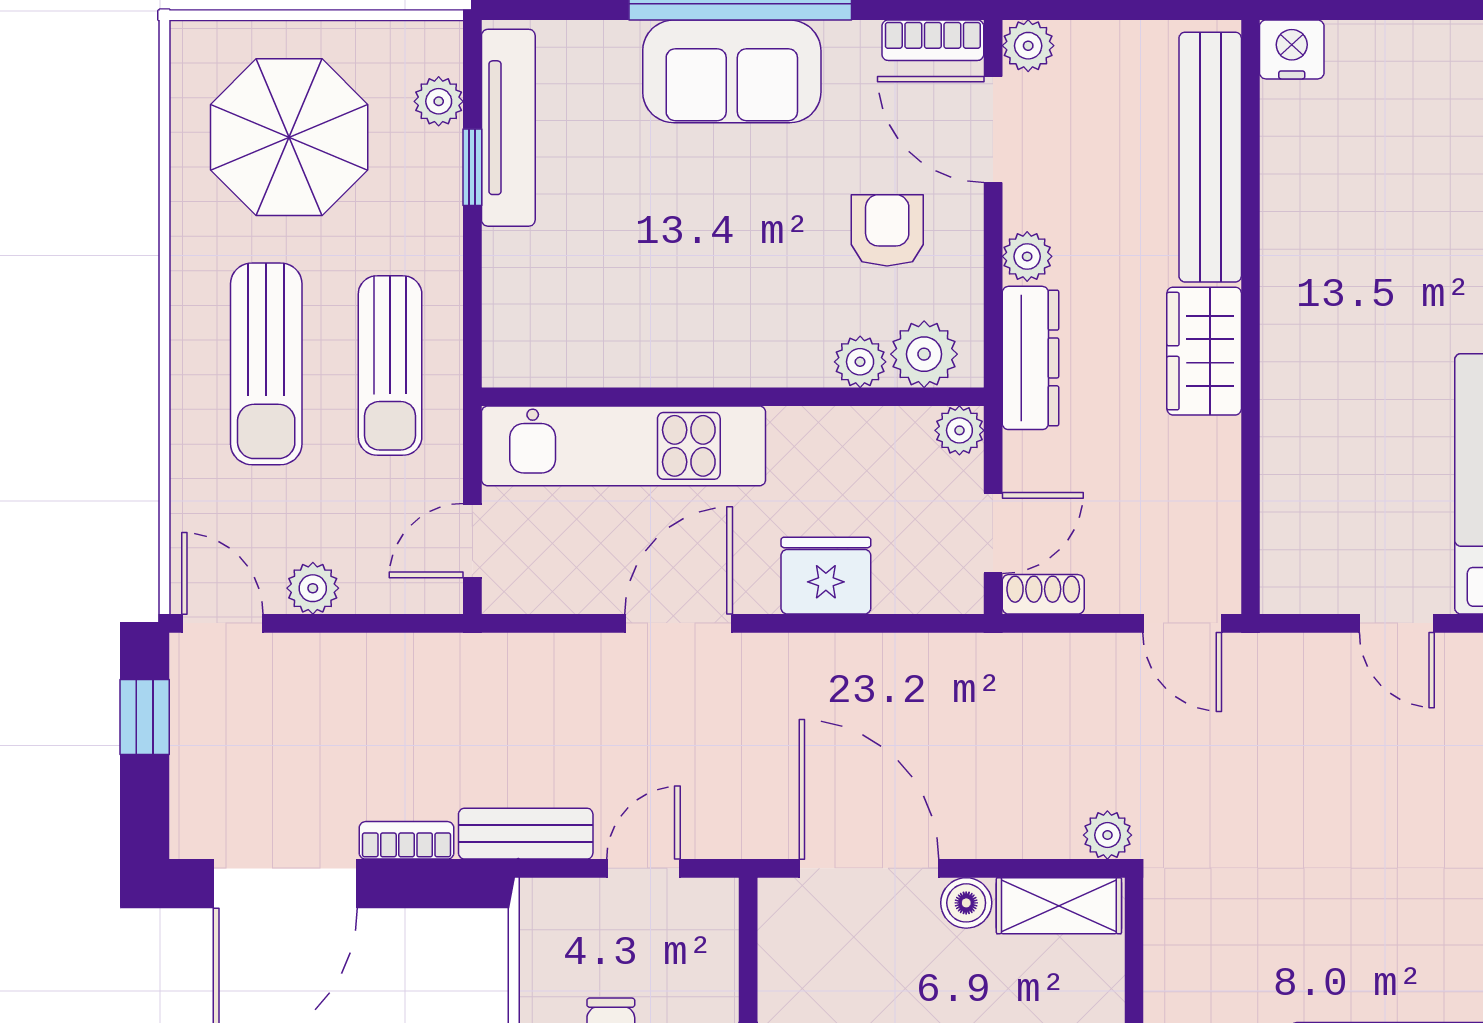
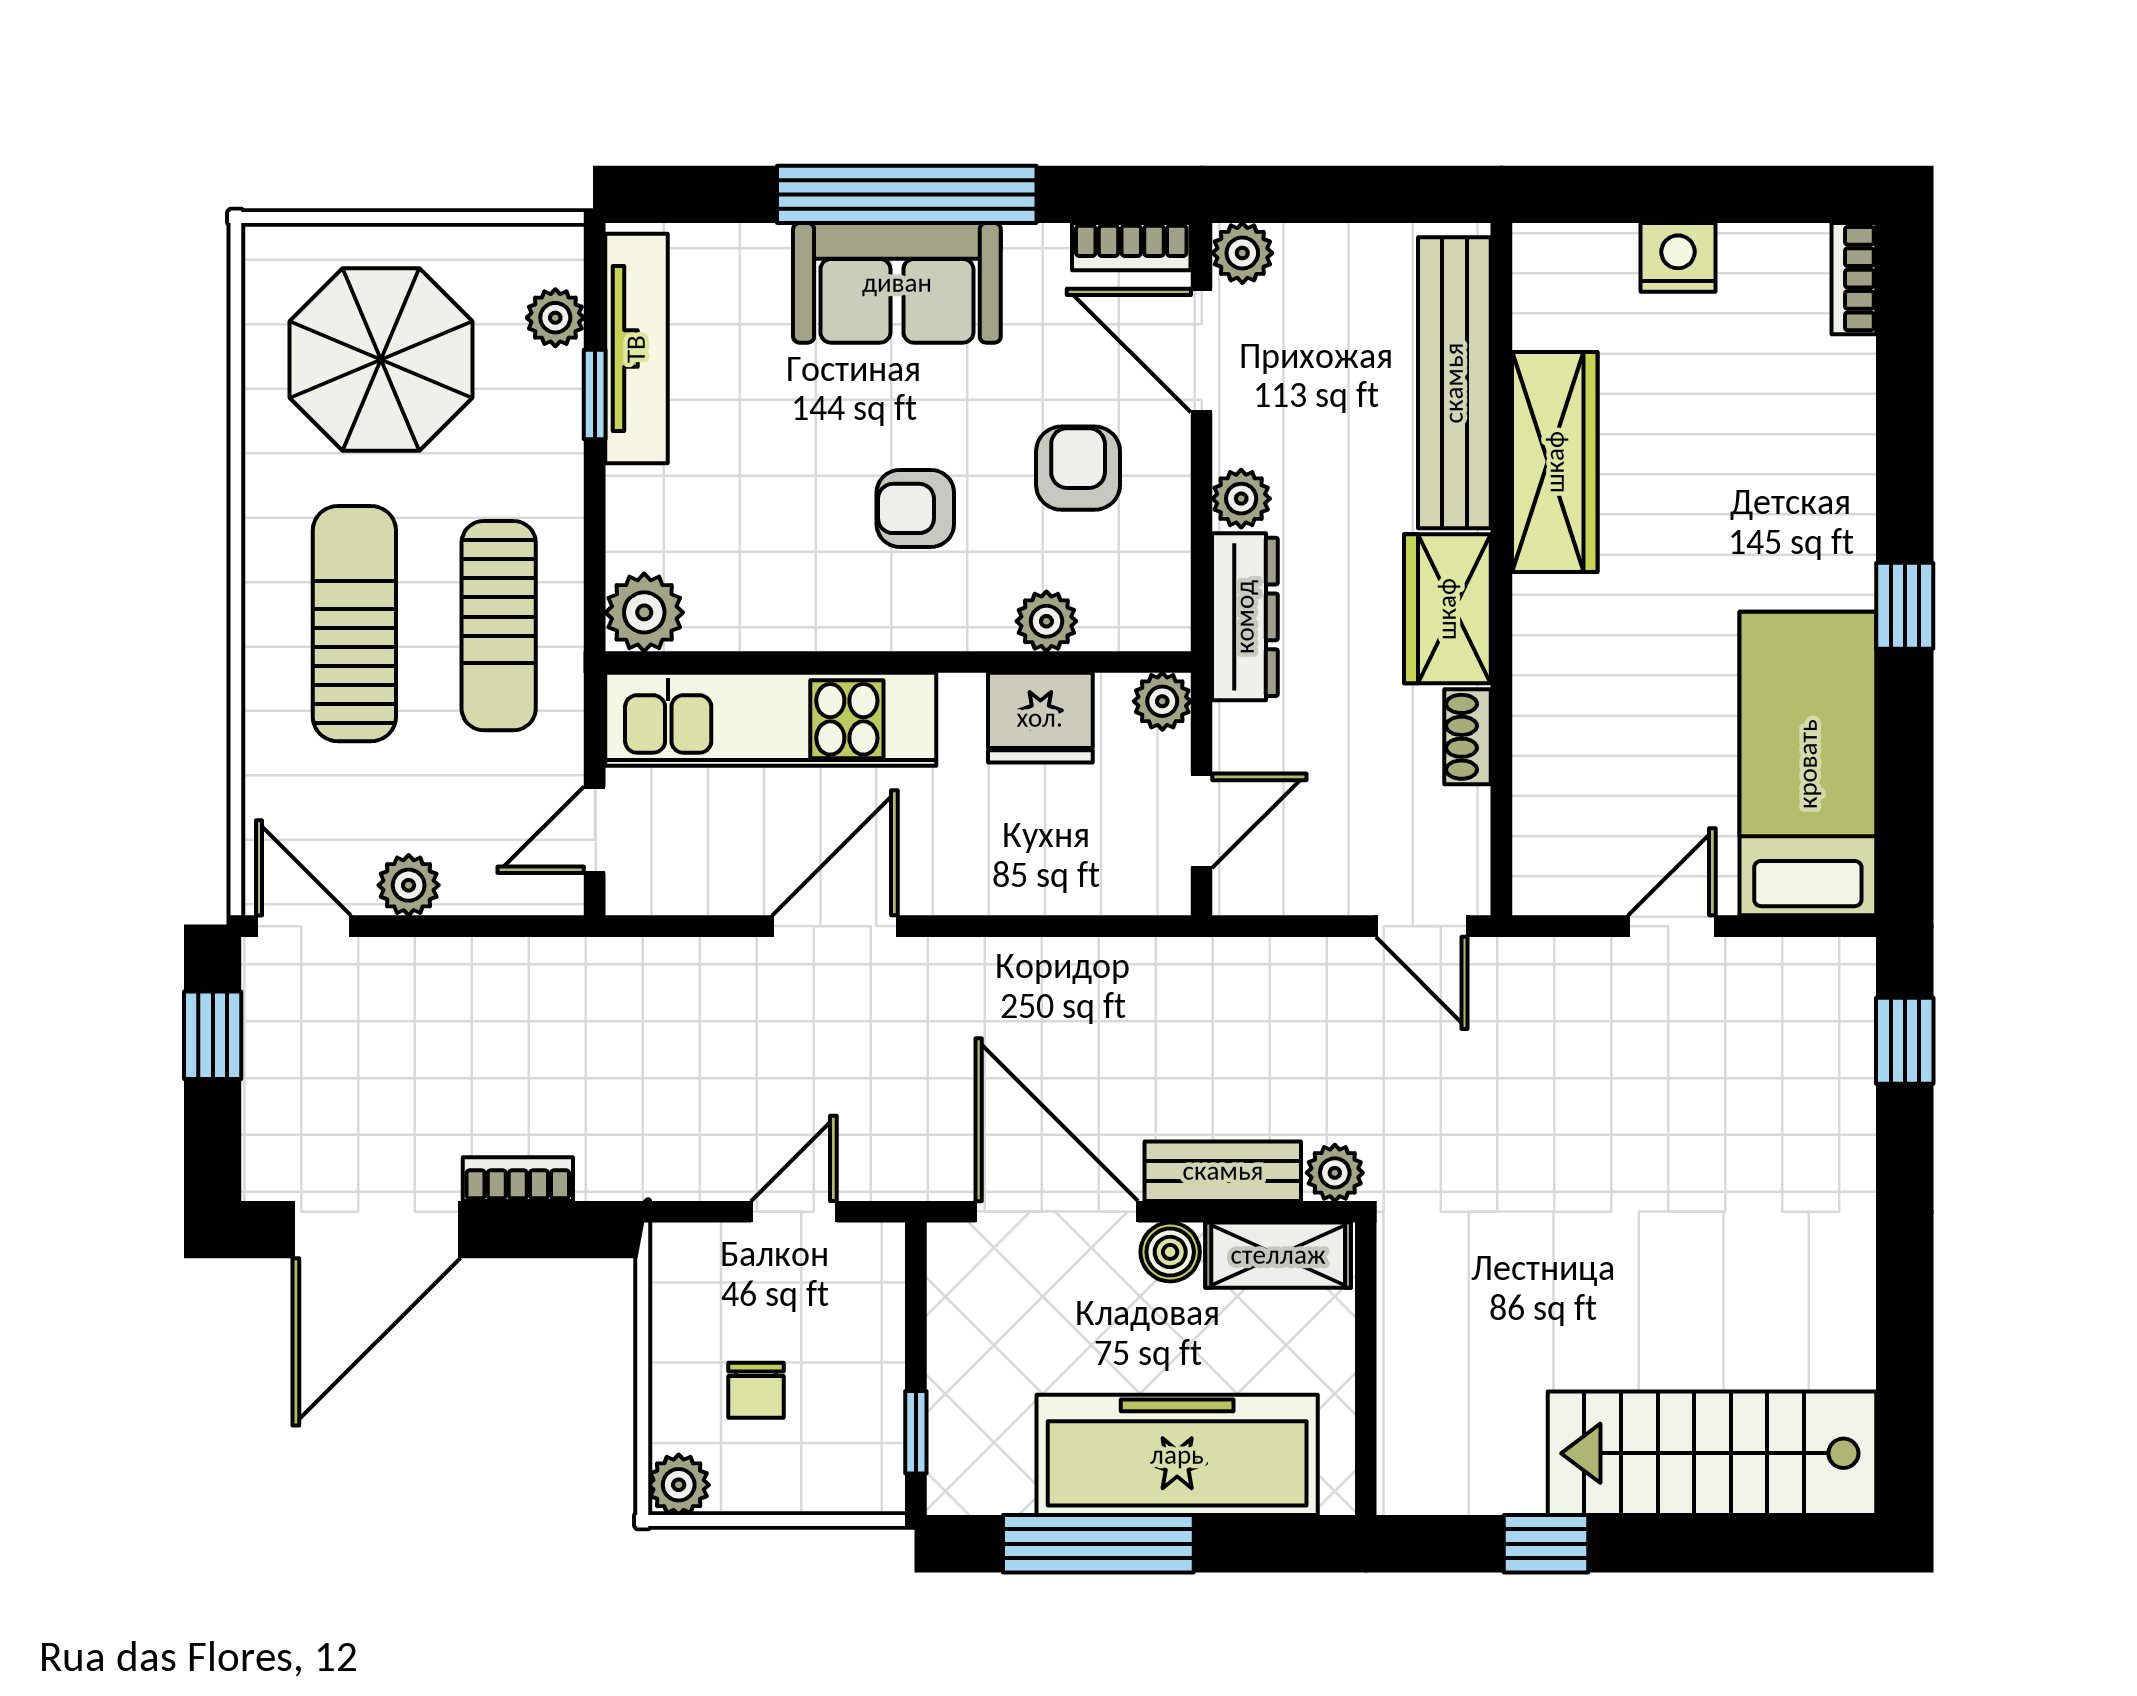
nightstand: (1292, 49) -> (1678, 257), moved
wardrobe: (1296, 225) -> (1555, 462), added
armchair: (748, 265) -> (915, 508), added
plant: (924, 354) -> (644, 612), moved
sun lounger: (266, 364) -> (354, 624), turned 180
fridge: (826, 576) -> (1040, 718), moved, turned 180
shoe rack: (1043, 594) -> (1468, 737), moved, turned -90
door: (1397, 623) -> (1672, 926), swing flipped
bench: (526, 834) -> (1223, 1171), moved

